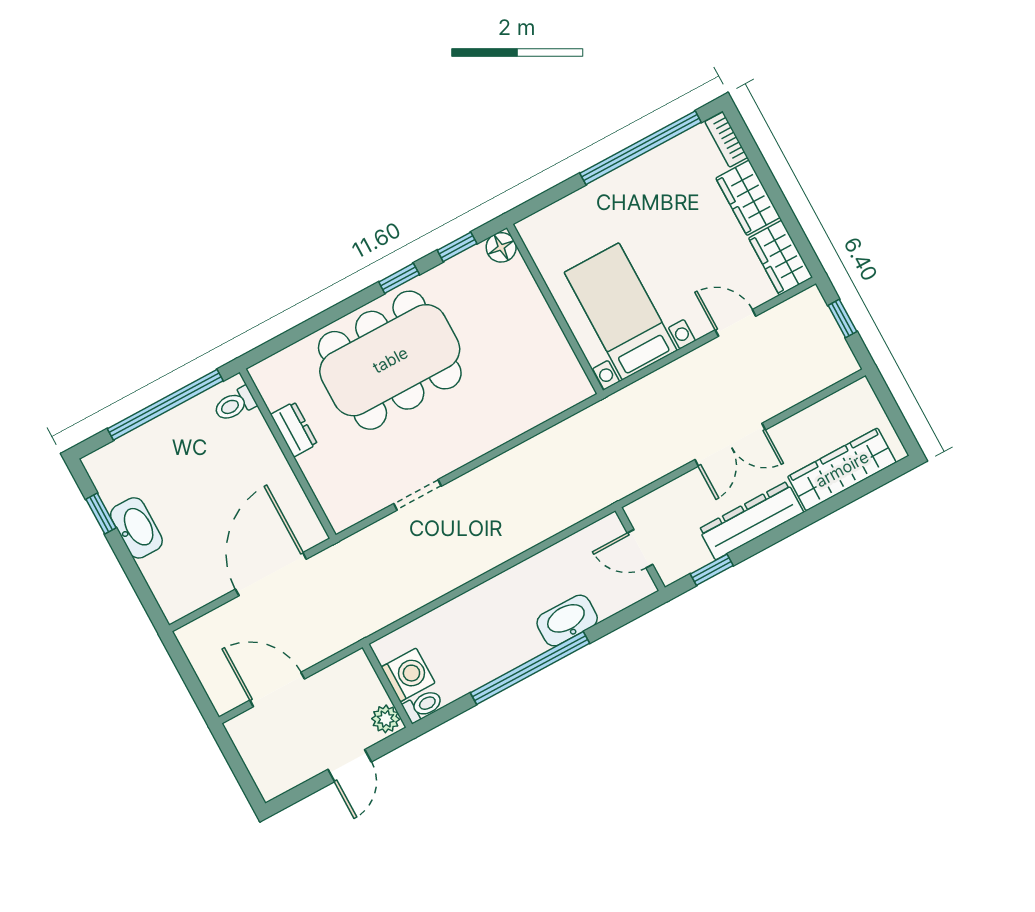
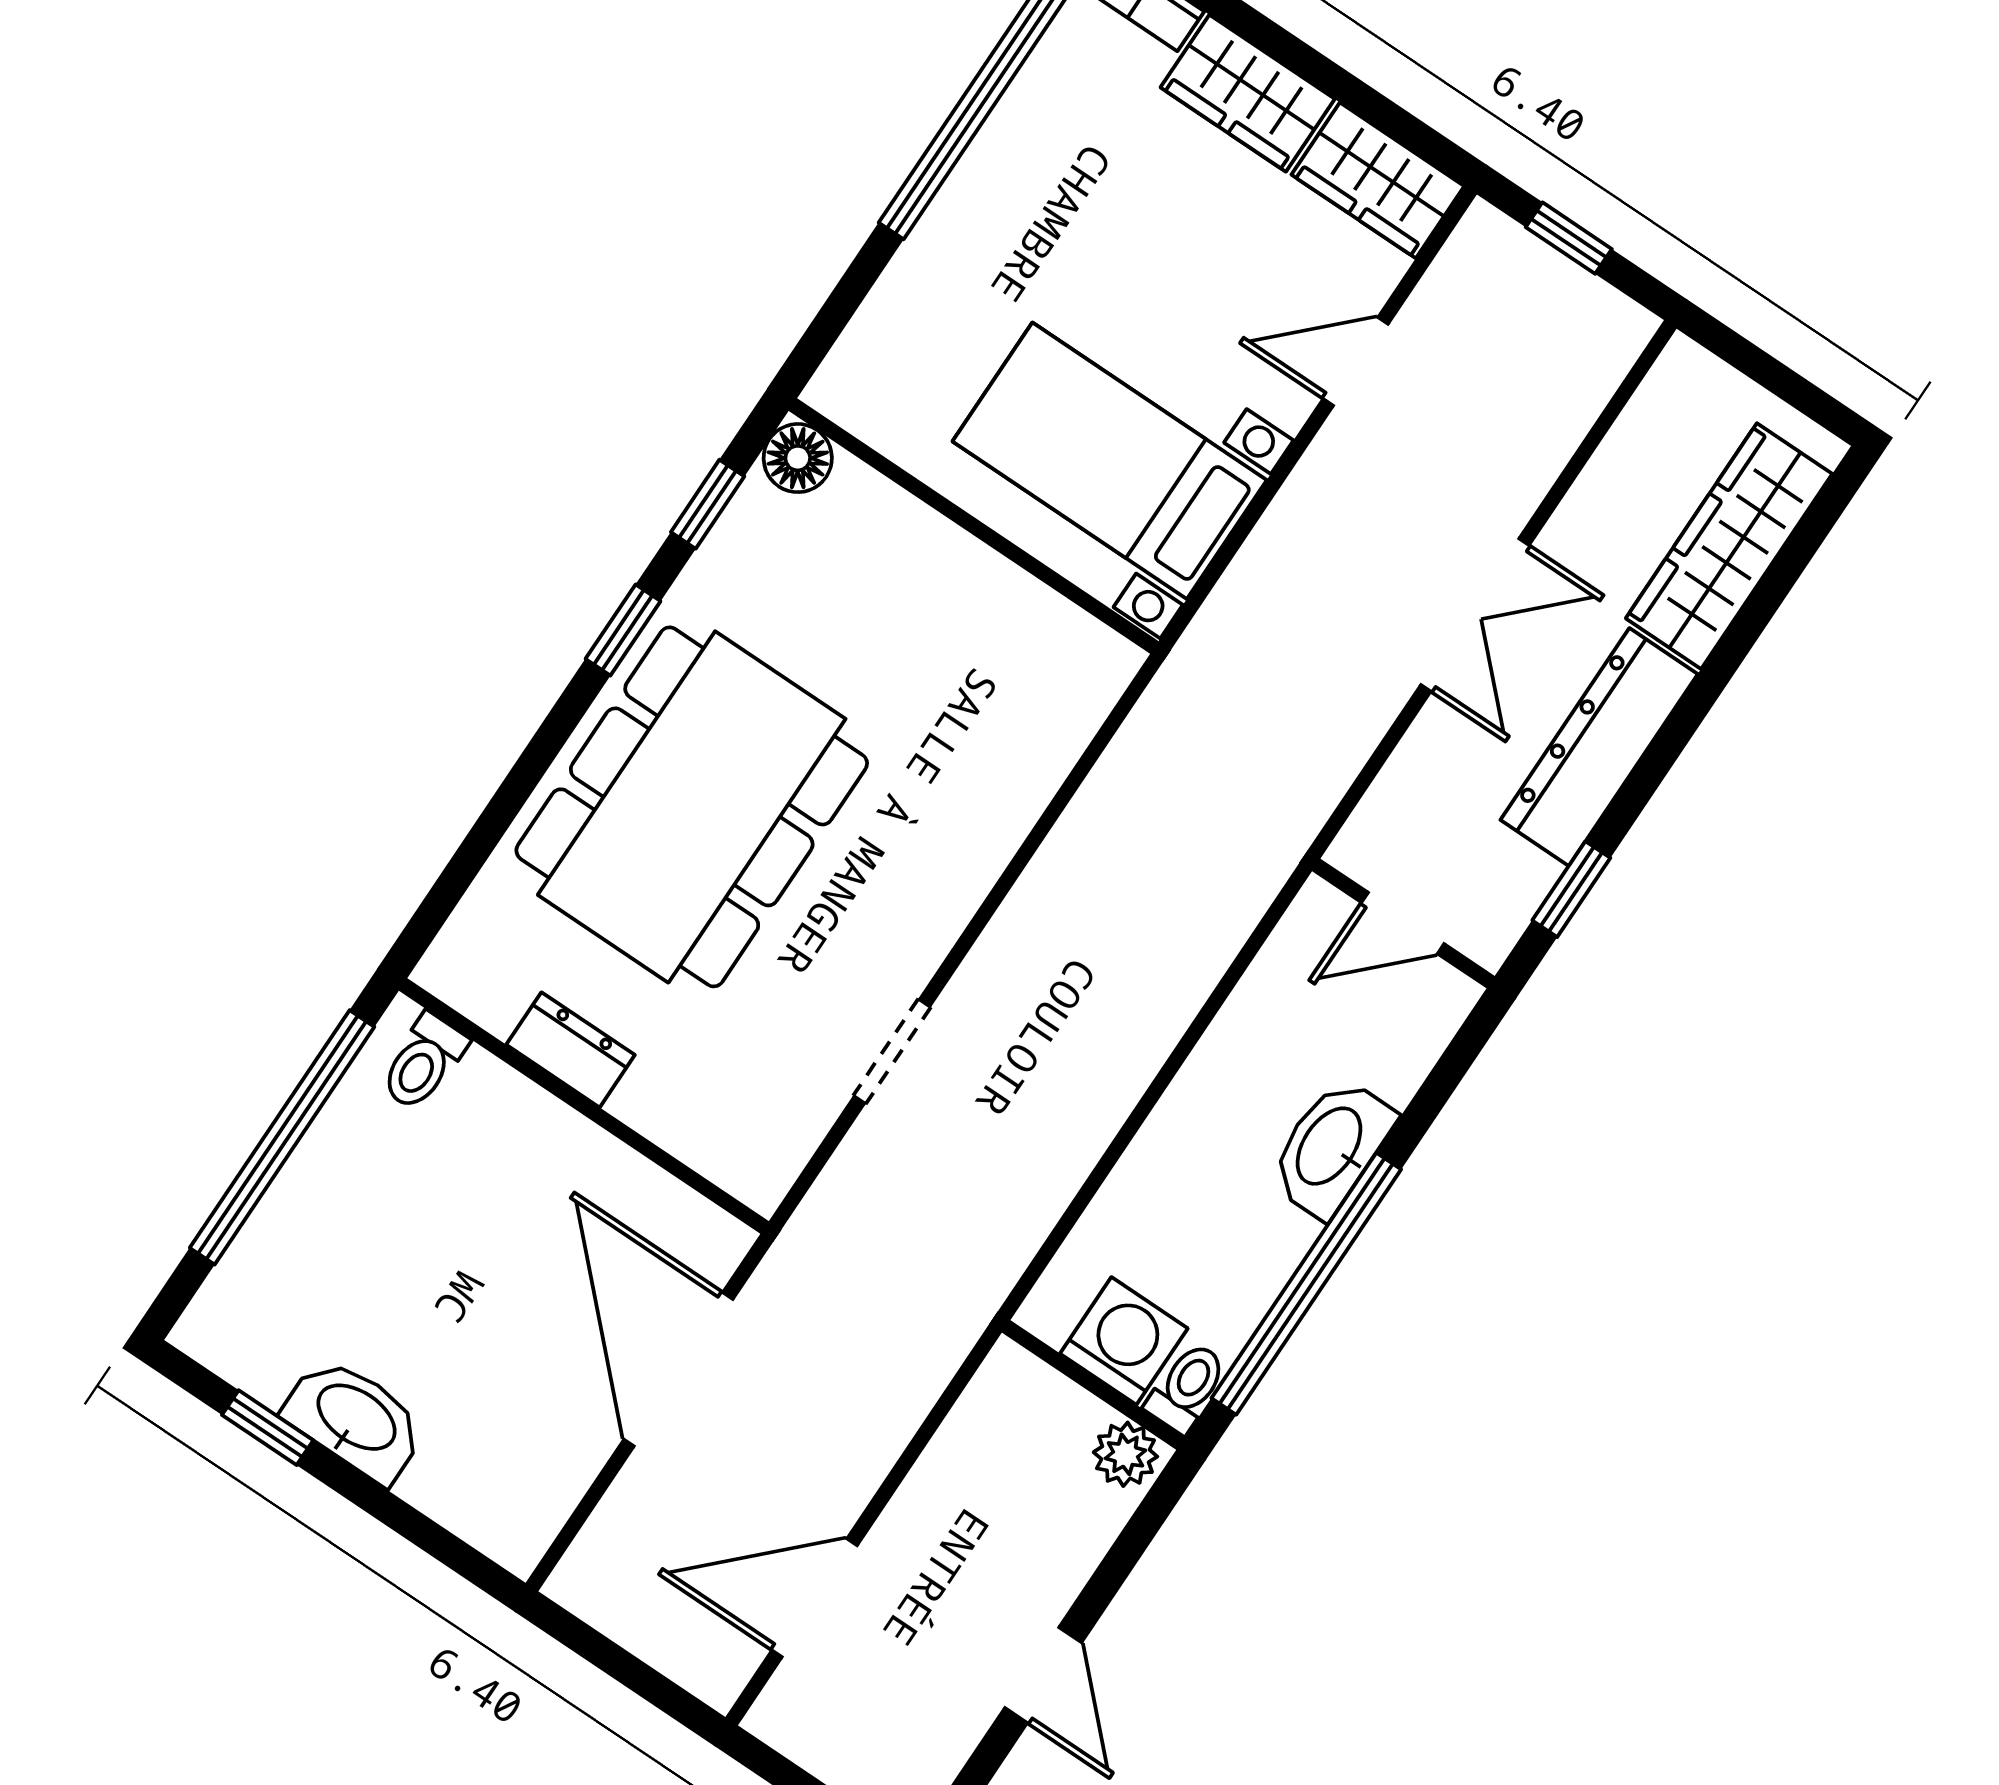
washing machine: (408, 675) -> (1124, 1341), moved
wall: (387, 686) -> (1093, 1385), moved
toilet: (423, 706) -> (1187, 1387), moved
plant: (386, 719) -> (1125, 1454), moved

